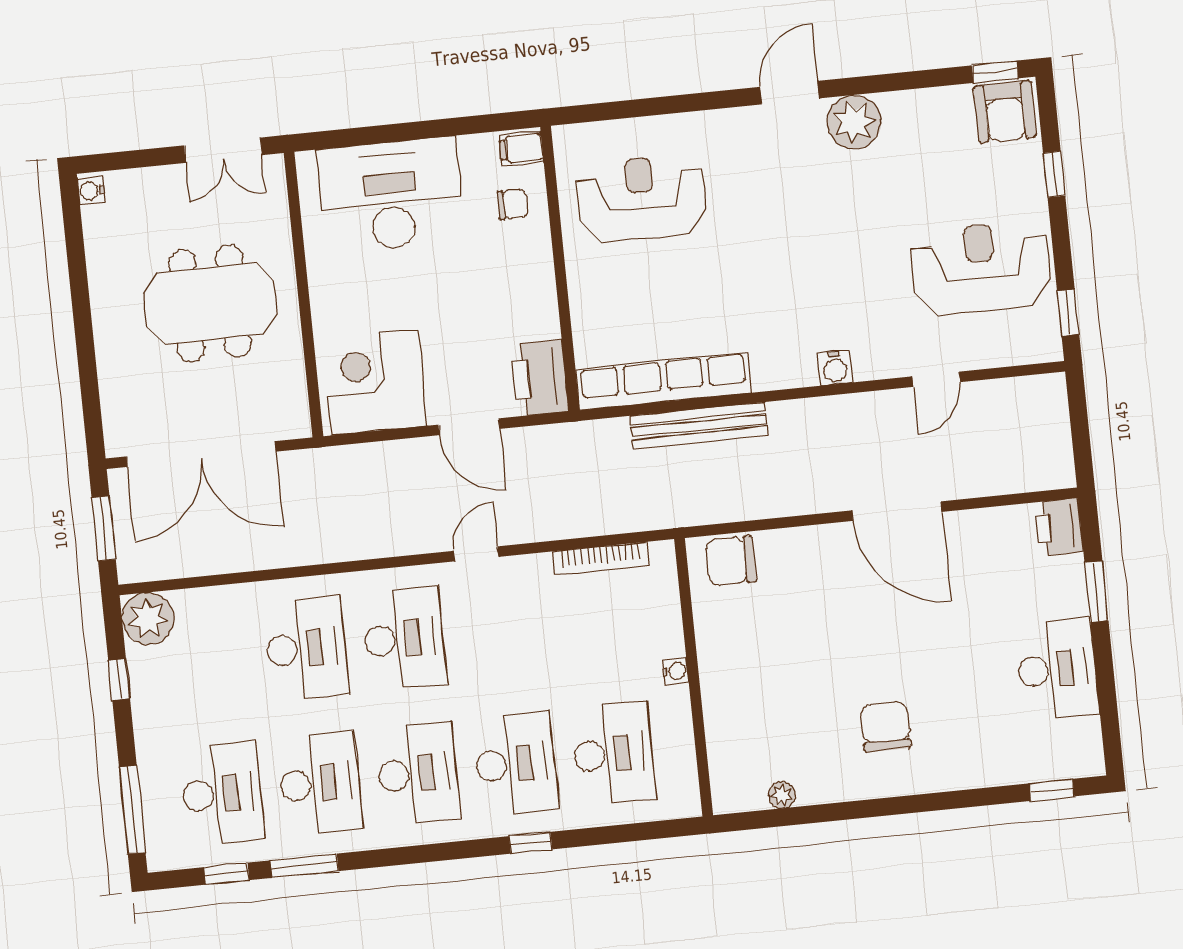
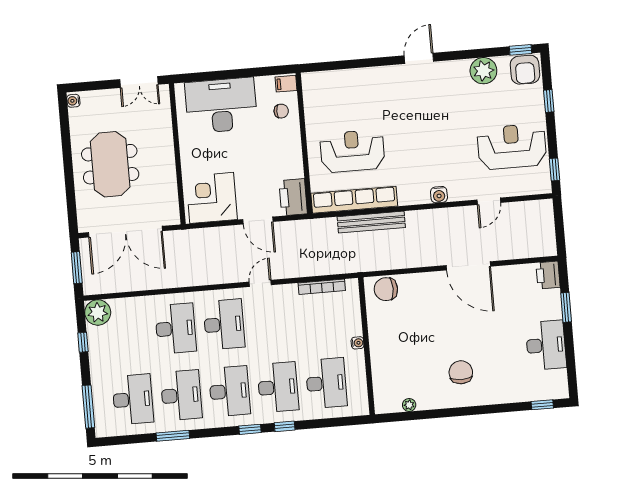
plant: (854, 122) -> (483, 71), moved
reception desk: (641, 198) -> (352, 151), moved
meeting table: (210, 303) -> (110, 164), moved, turned 90
window: (227, 874) -> (250, 429), moved

